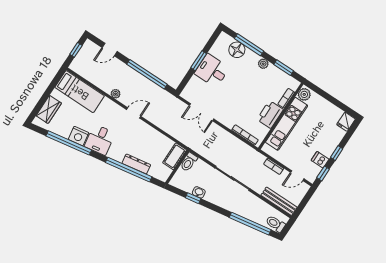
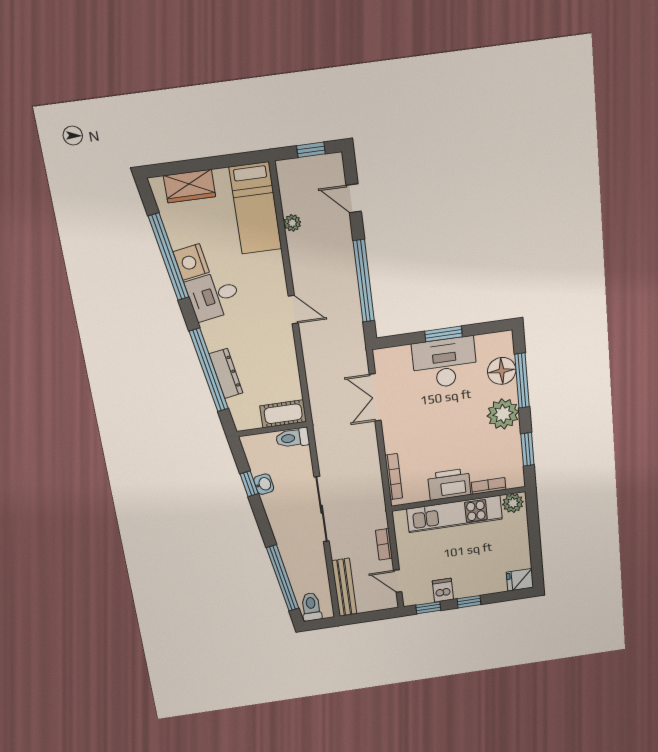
plant: (263, 64) -> (503, 414), width x1.88, depth x1.88
desk: (212, 71) -> (445, 363), width x1.37
plant: (116, 94) -> (292, 223), moved

